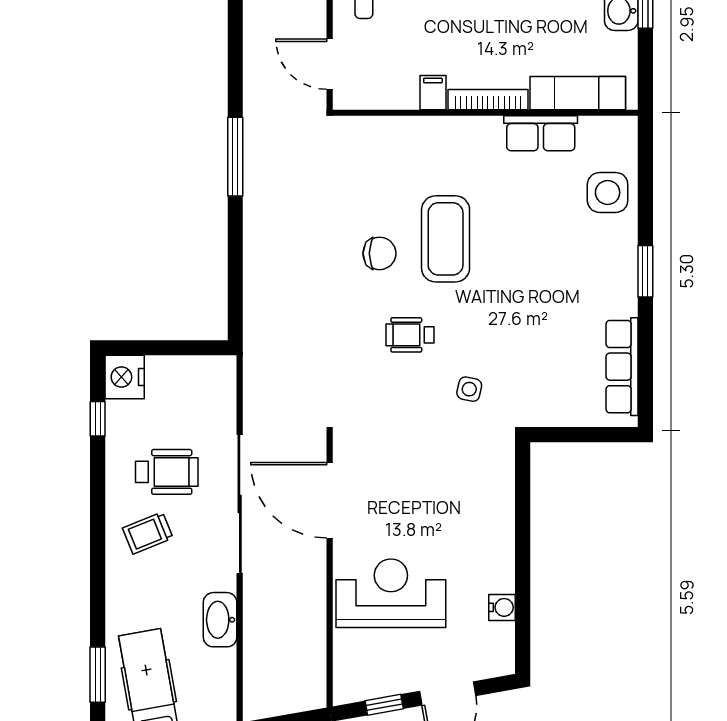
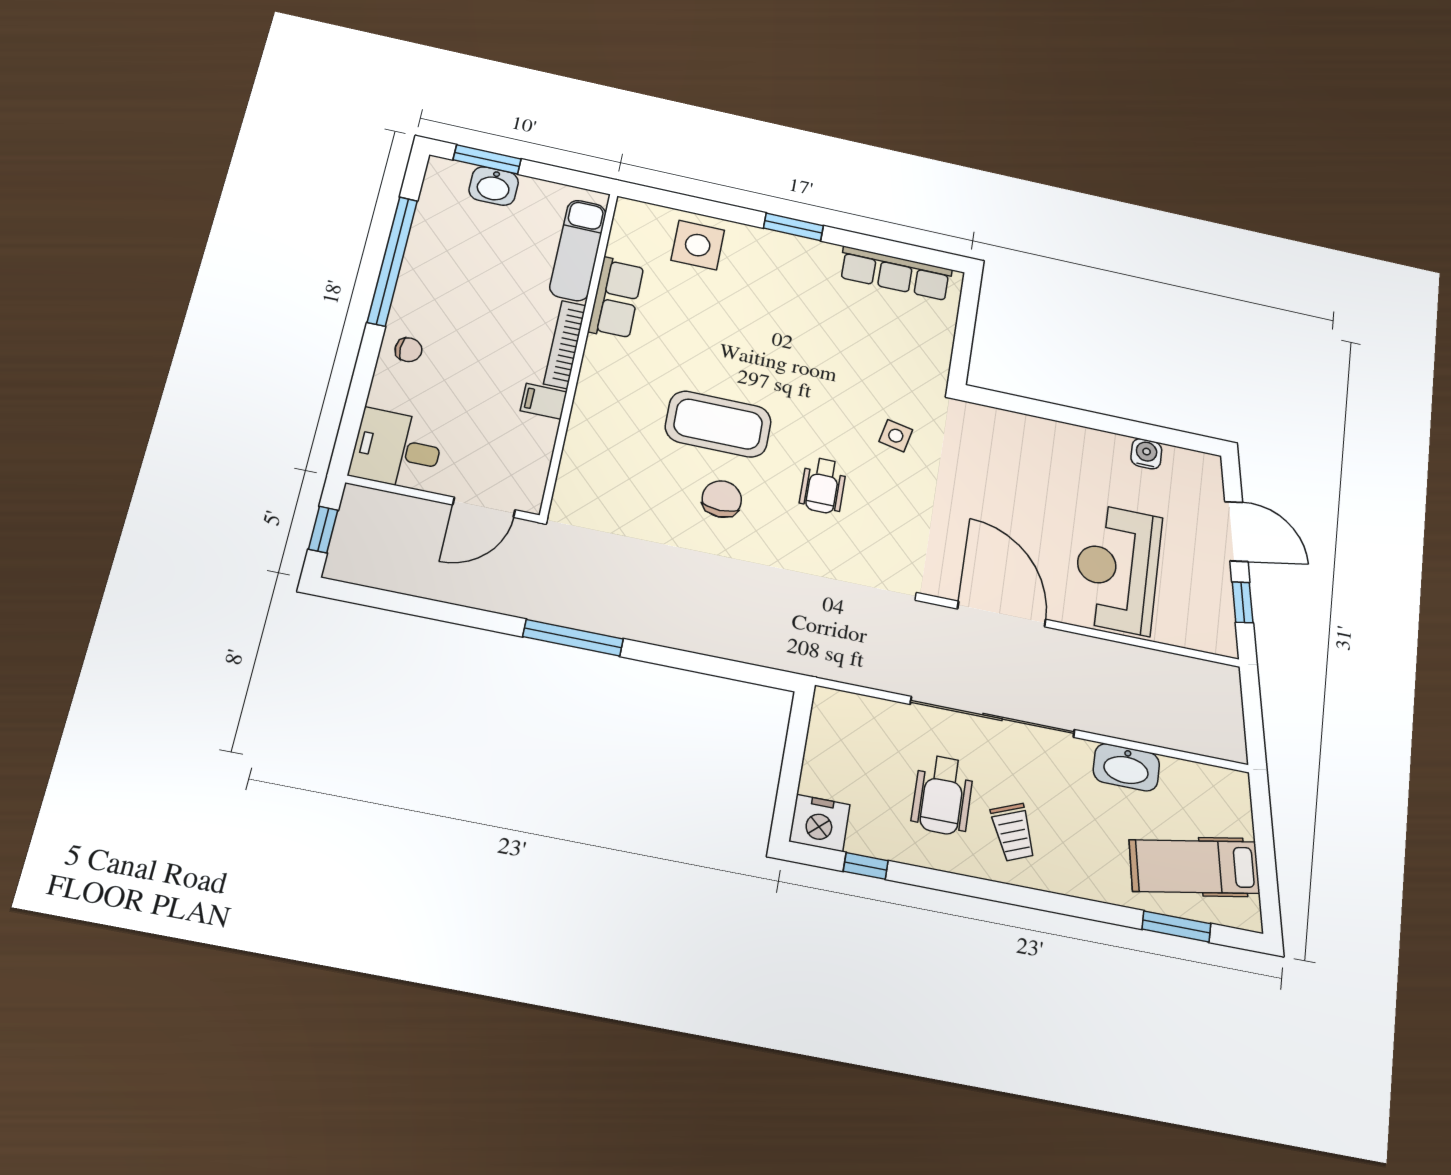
wheelchair: (167, 472) -> (943, 795), turned 180
door: (330, 500) -> (1002, 614), swing flipped

